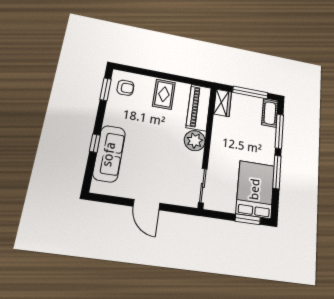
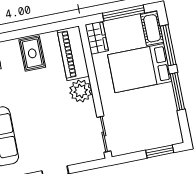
bed: (255, 189) -> (140, 68), moved, turned -90

